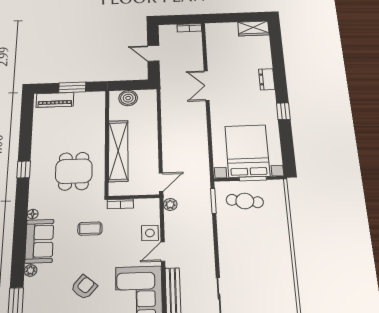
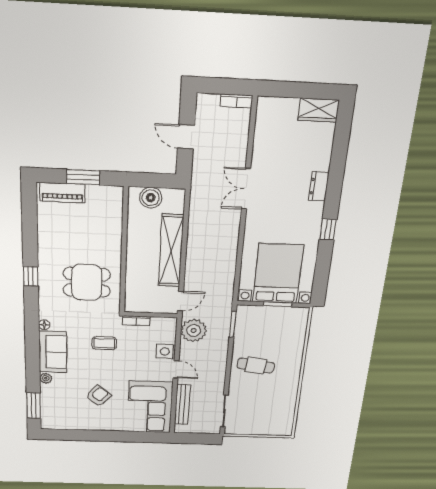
shelving: (118, 151) -> (171, 251), moved
dining table: (74, 171) -> (87, 282), turned 90
cafe table: (245, 201) -> (256, 366), moved
plant: (170, 204) -> (194, 330), width x1.88, depth x1.88
door: (163, 252) -> (176, 369), swing flipped

